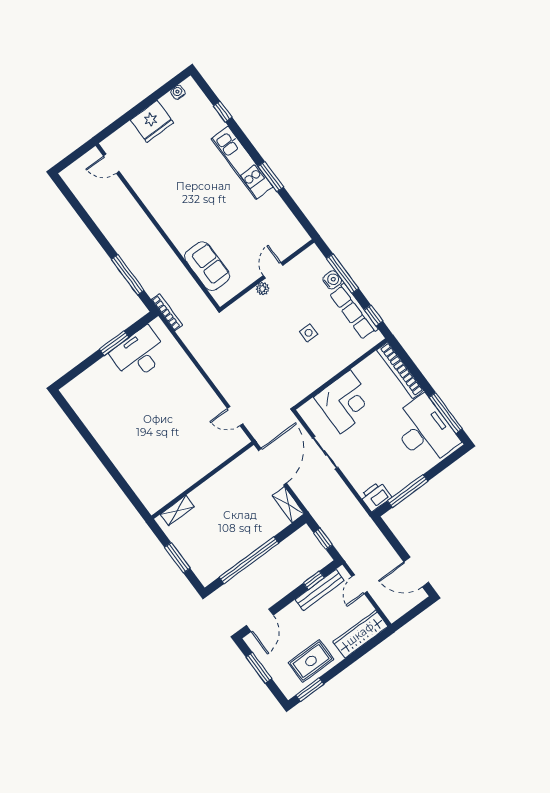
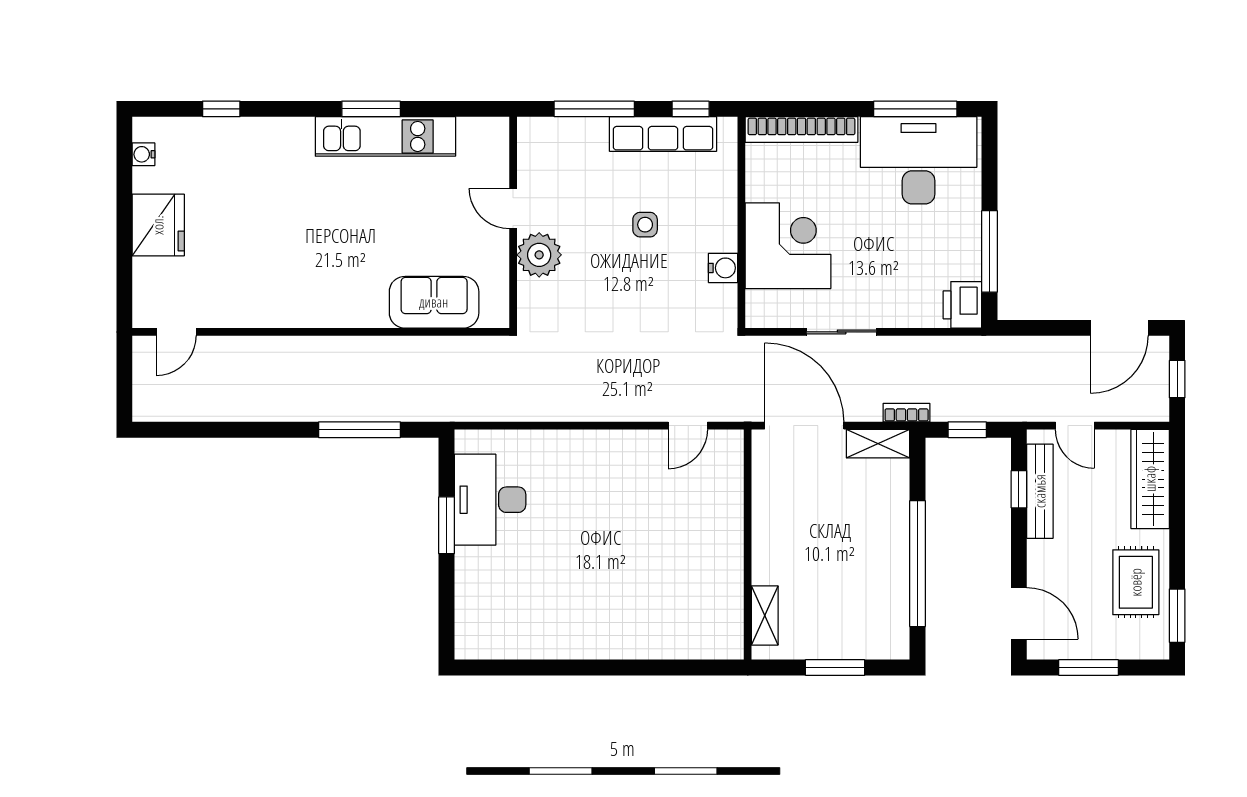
kitchen unit: (242, 163) -> (385, 136), moved
water cooler: (332, 280) -> (723, 268), moved, turned 90
plant: (263, 289) -> (539, 255), width x1.88, depth x1.88
bookcase: (167, 312) -> (907, 413), moved, width x0.64
window: (413, 614) -> (1177, 379), added

